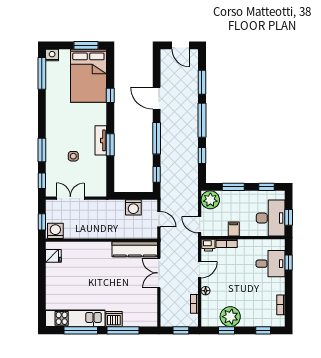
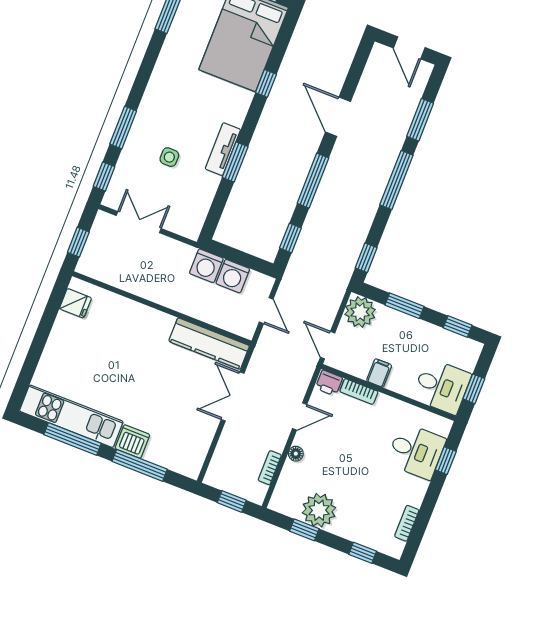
window: (202, 156) -> (366, 258), moved
desk: (271, 218) -> (442, 386), width x0.73
washing machine: (55, 231) -> (206, 266), moved, turned 180

